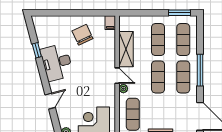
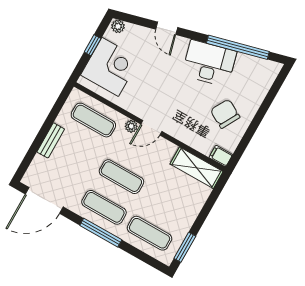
chair: (82, 35) -> (225, 114), turned -126
exercise mat: (158, 40) -> (167, 202), removed
shelving: (126, 49) -> (196, 168), moved
window: (37, 50) -> (238, 47), width x3.17

